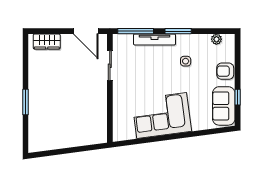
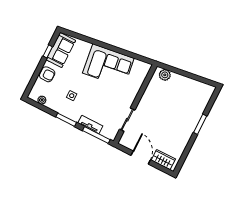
door: (86, 31) -> (141, 158), moved
tv unit: (155, 39) -> (90, 124), width x0.71
plant: (93, 137) -> (165, 75), added

